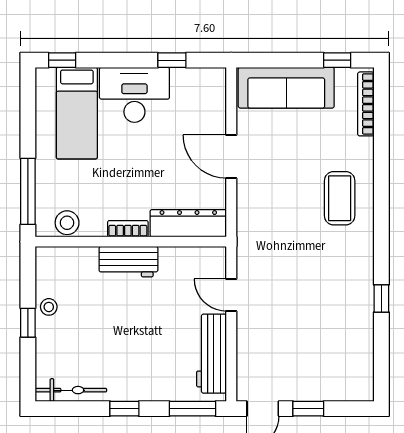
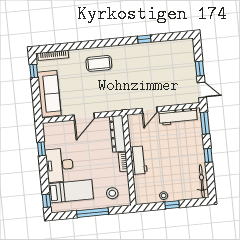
window: (28, 191) -> (93, 213), moved
stool: (67, 223) -> (112, 193), moved

